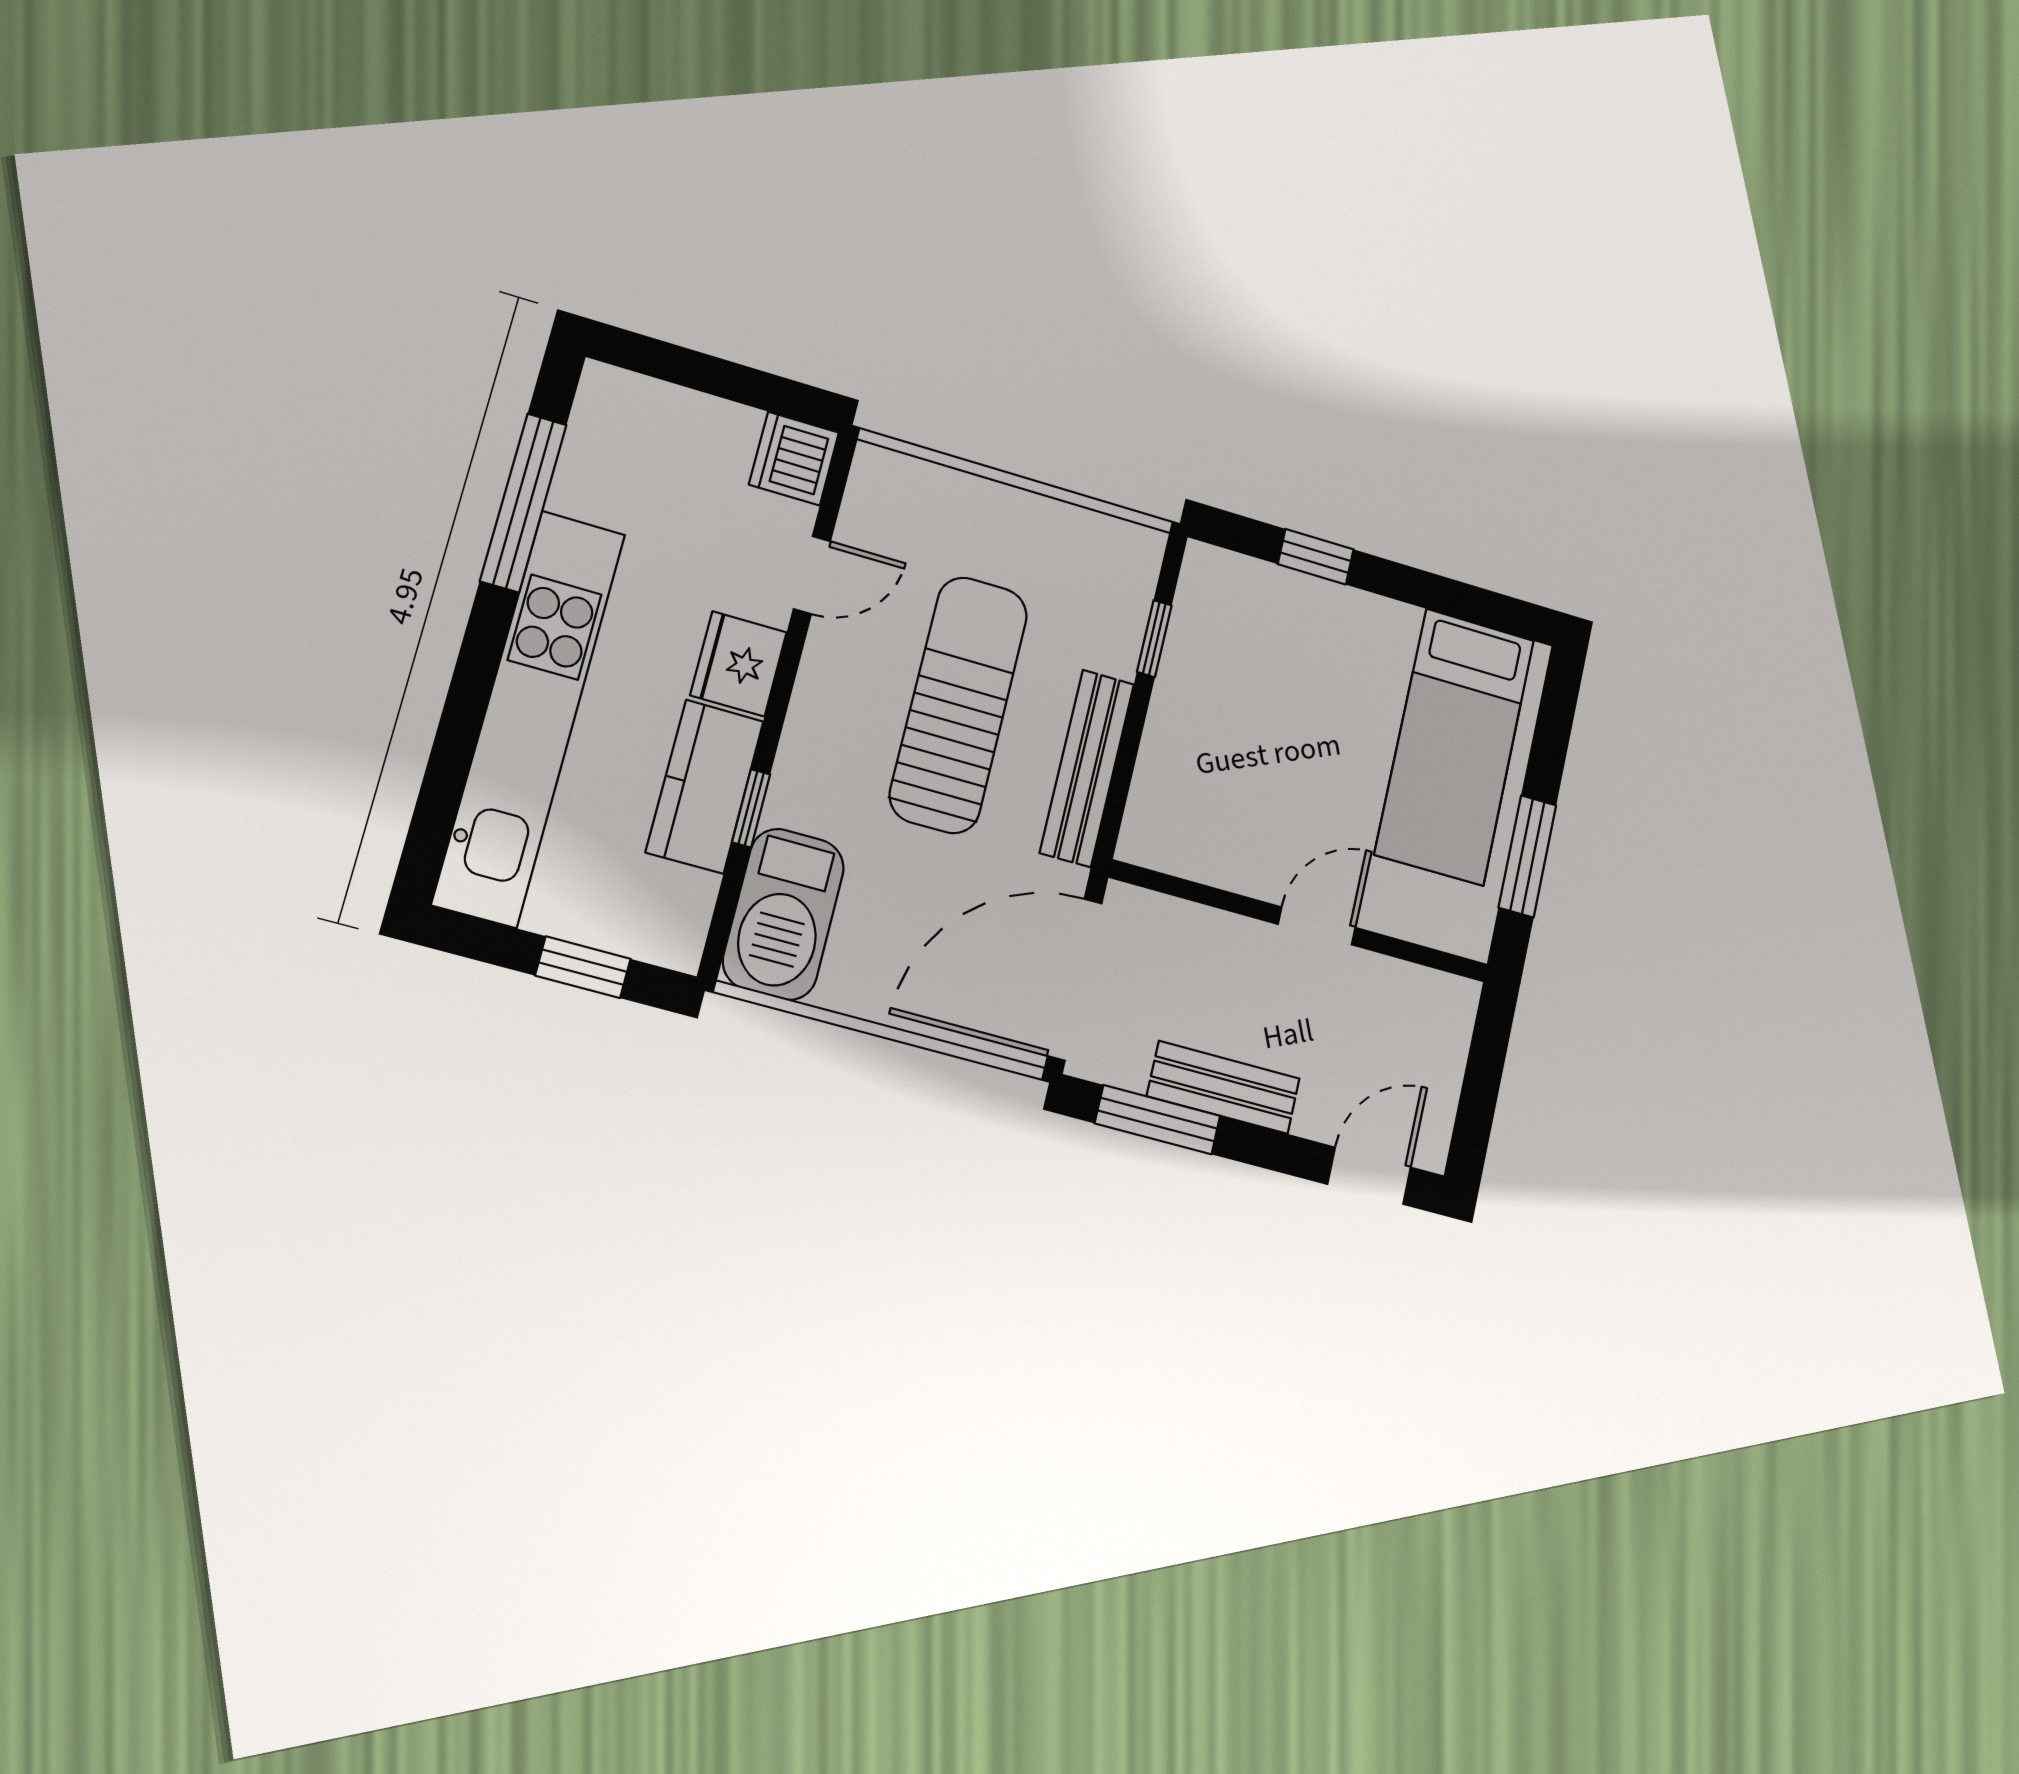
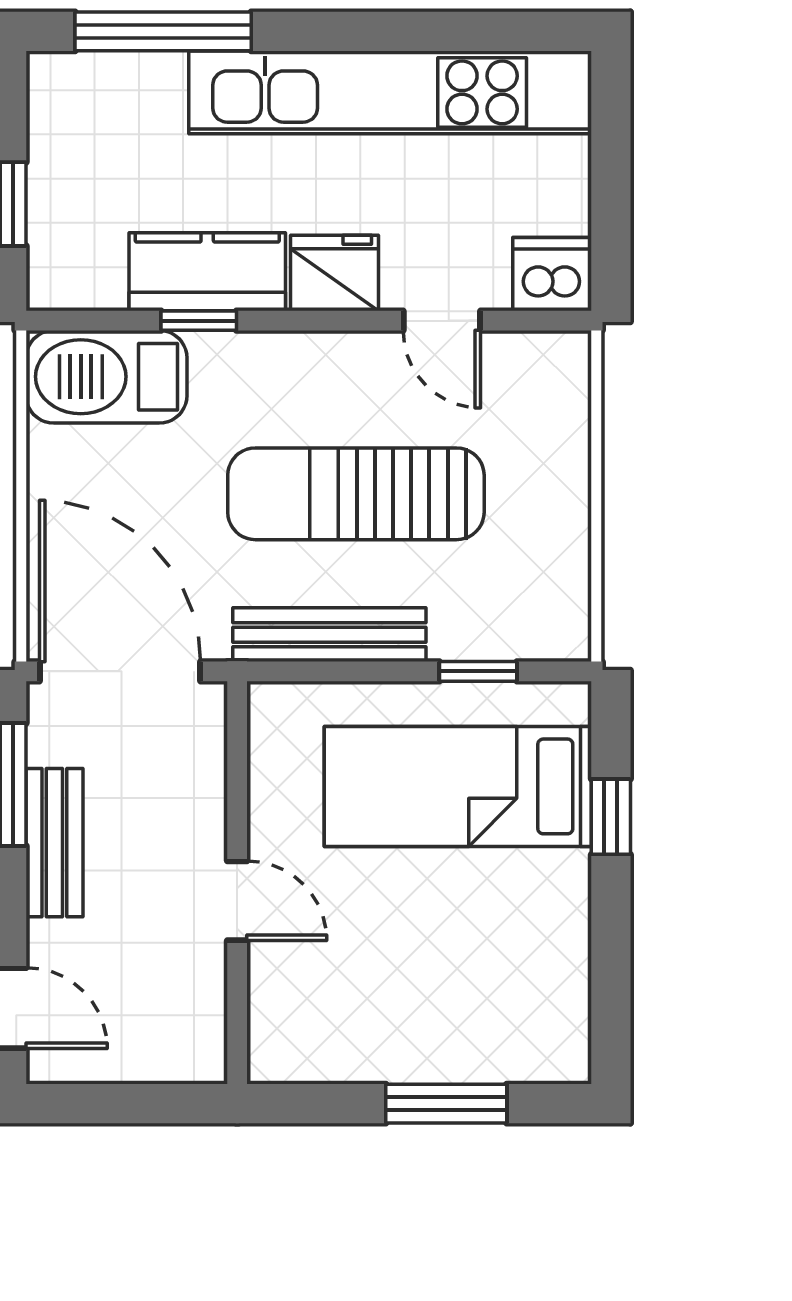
window: (523, 503) -> (163, 31), moved
sun lounger: (959, 705) -> (356, 494), turned 180
kitchen unit: (529, 717) -> (390, 92), moved
bed: (1455, 746) -> (458, 786), moved
window: (1527, 856) -> (446, 1104), moved

